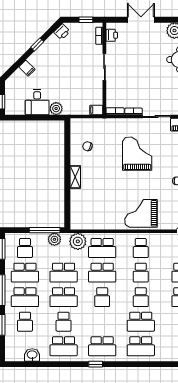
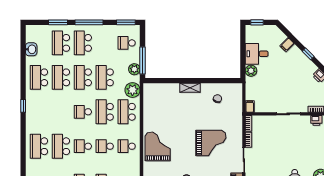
school desk: (25, 273) -> (105, 43), removed
school desk: (25, 322) -> (61, 43), width x1.85
school desk: (64, 322) -> (61, 77), width x1.85
school desk: (102, 346) -> (39, 112), removed

